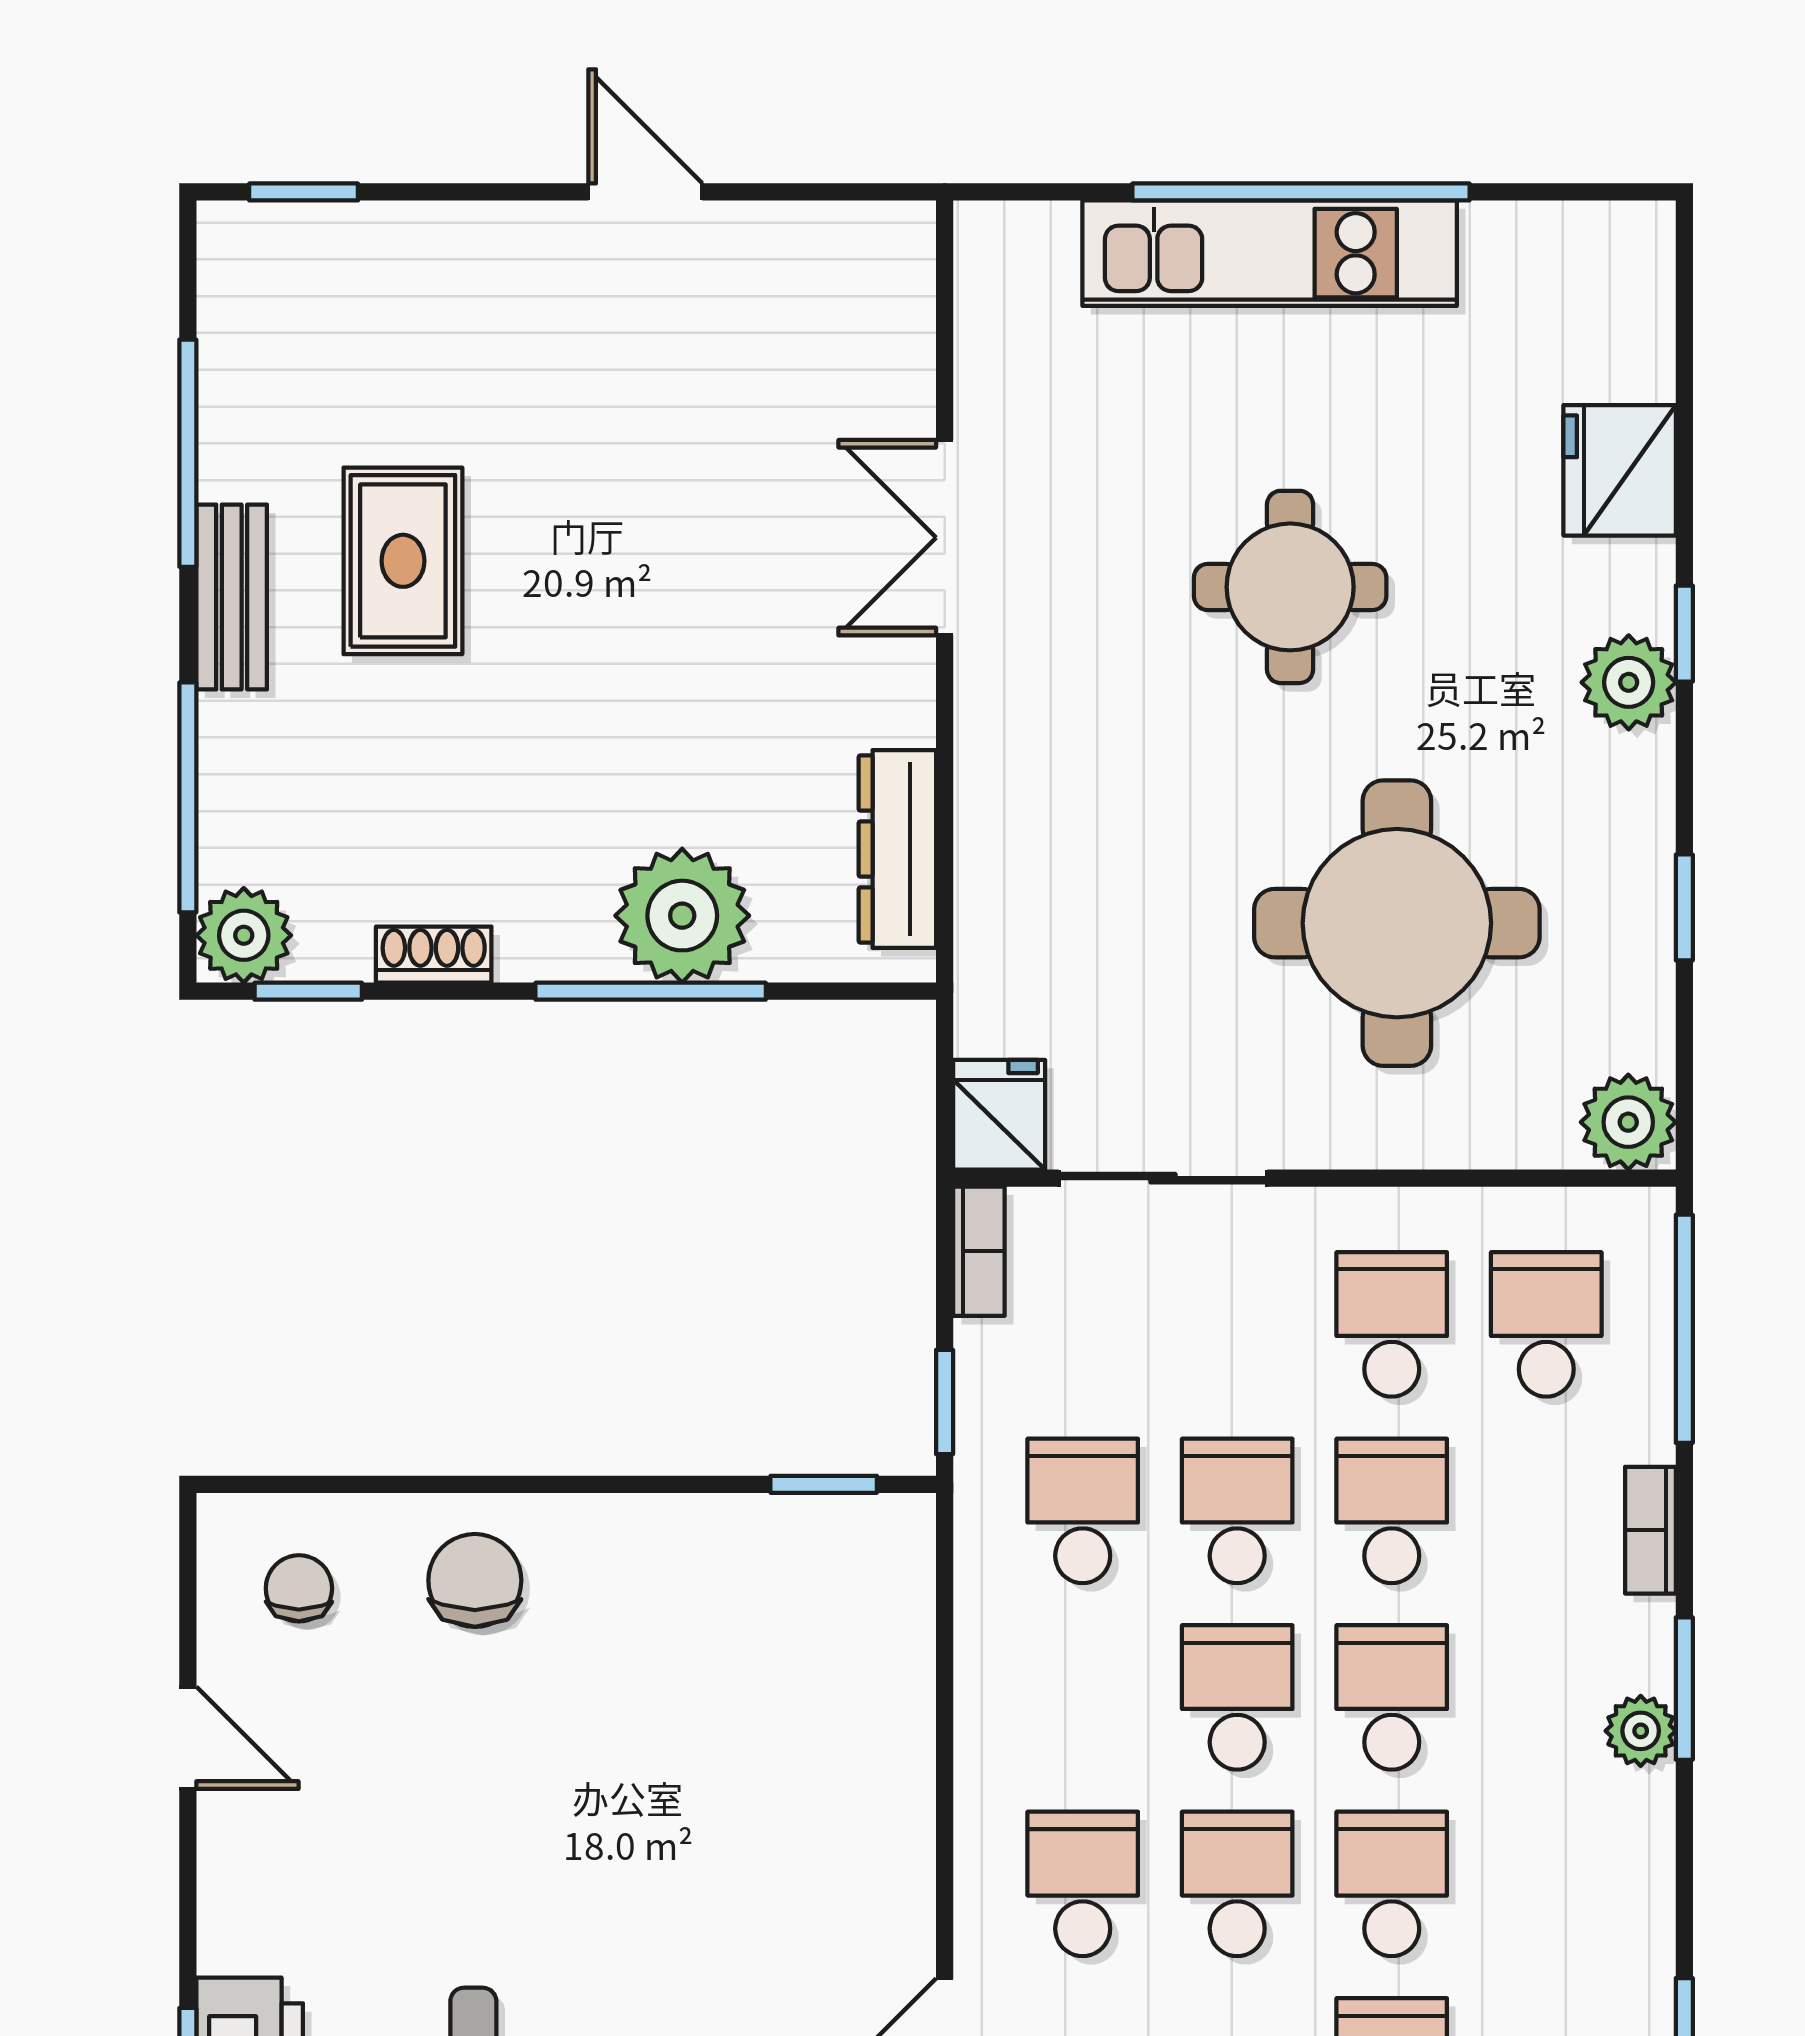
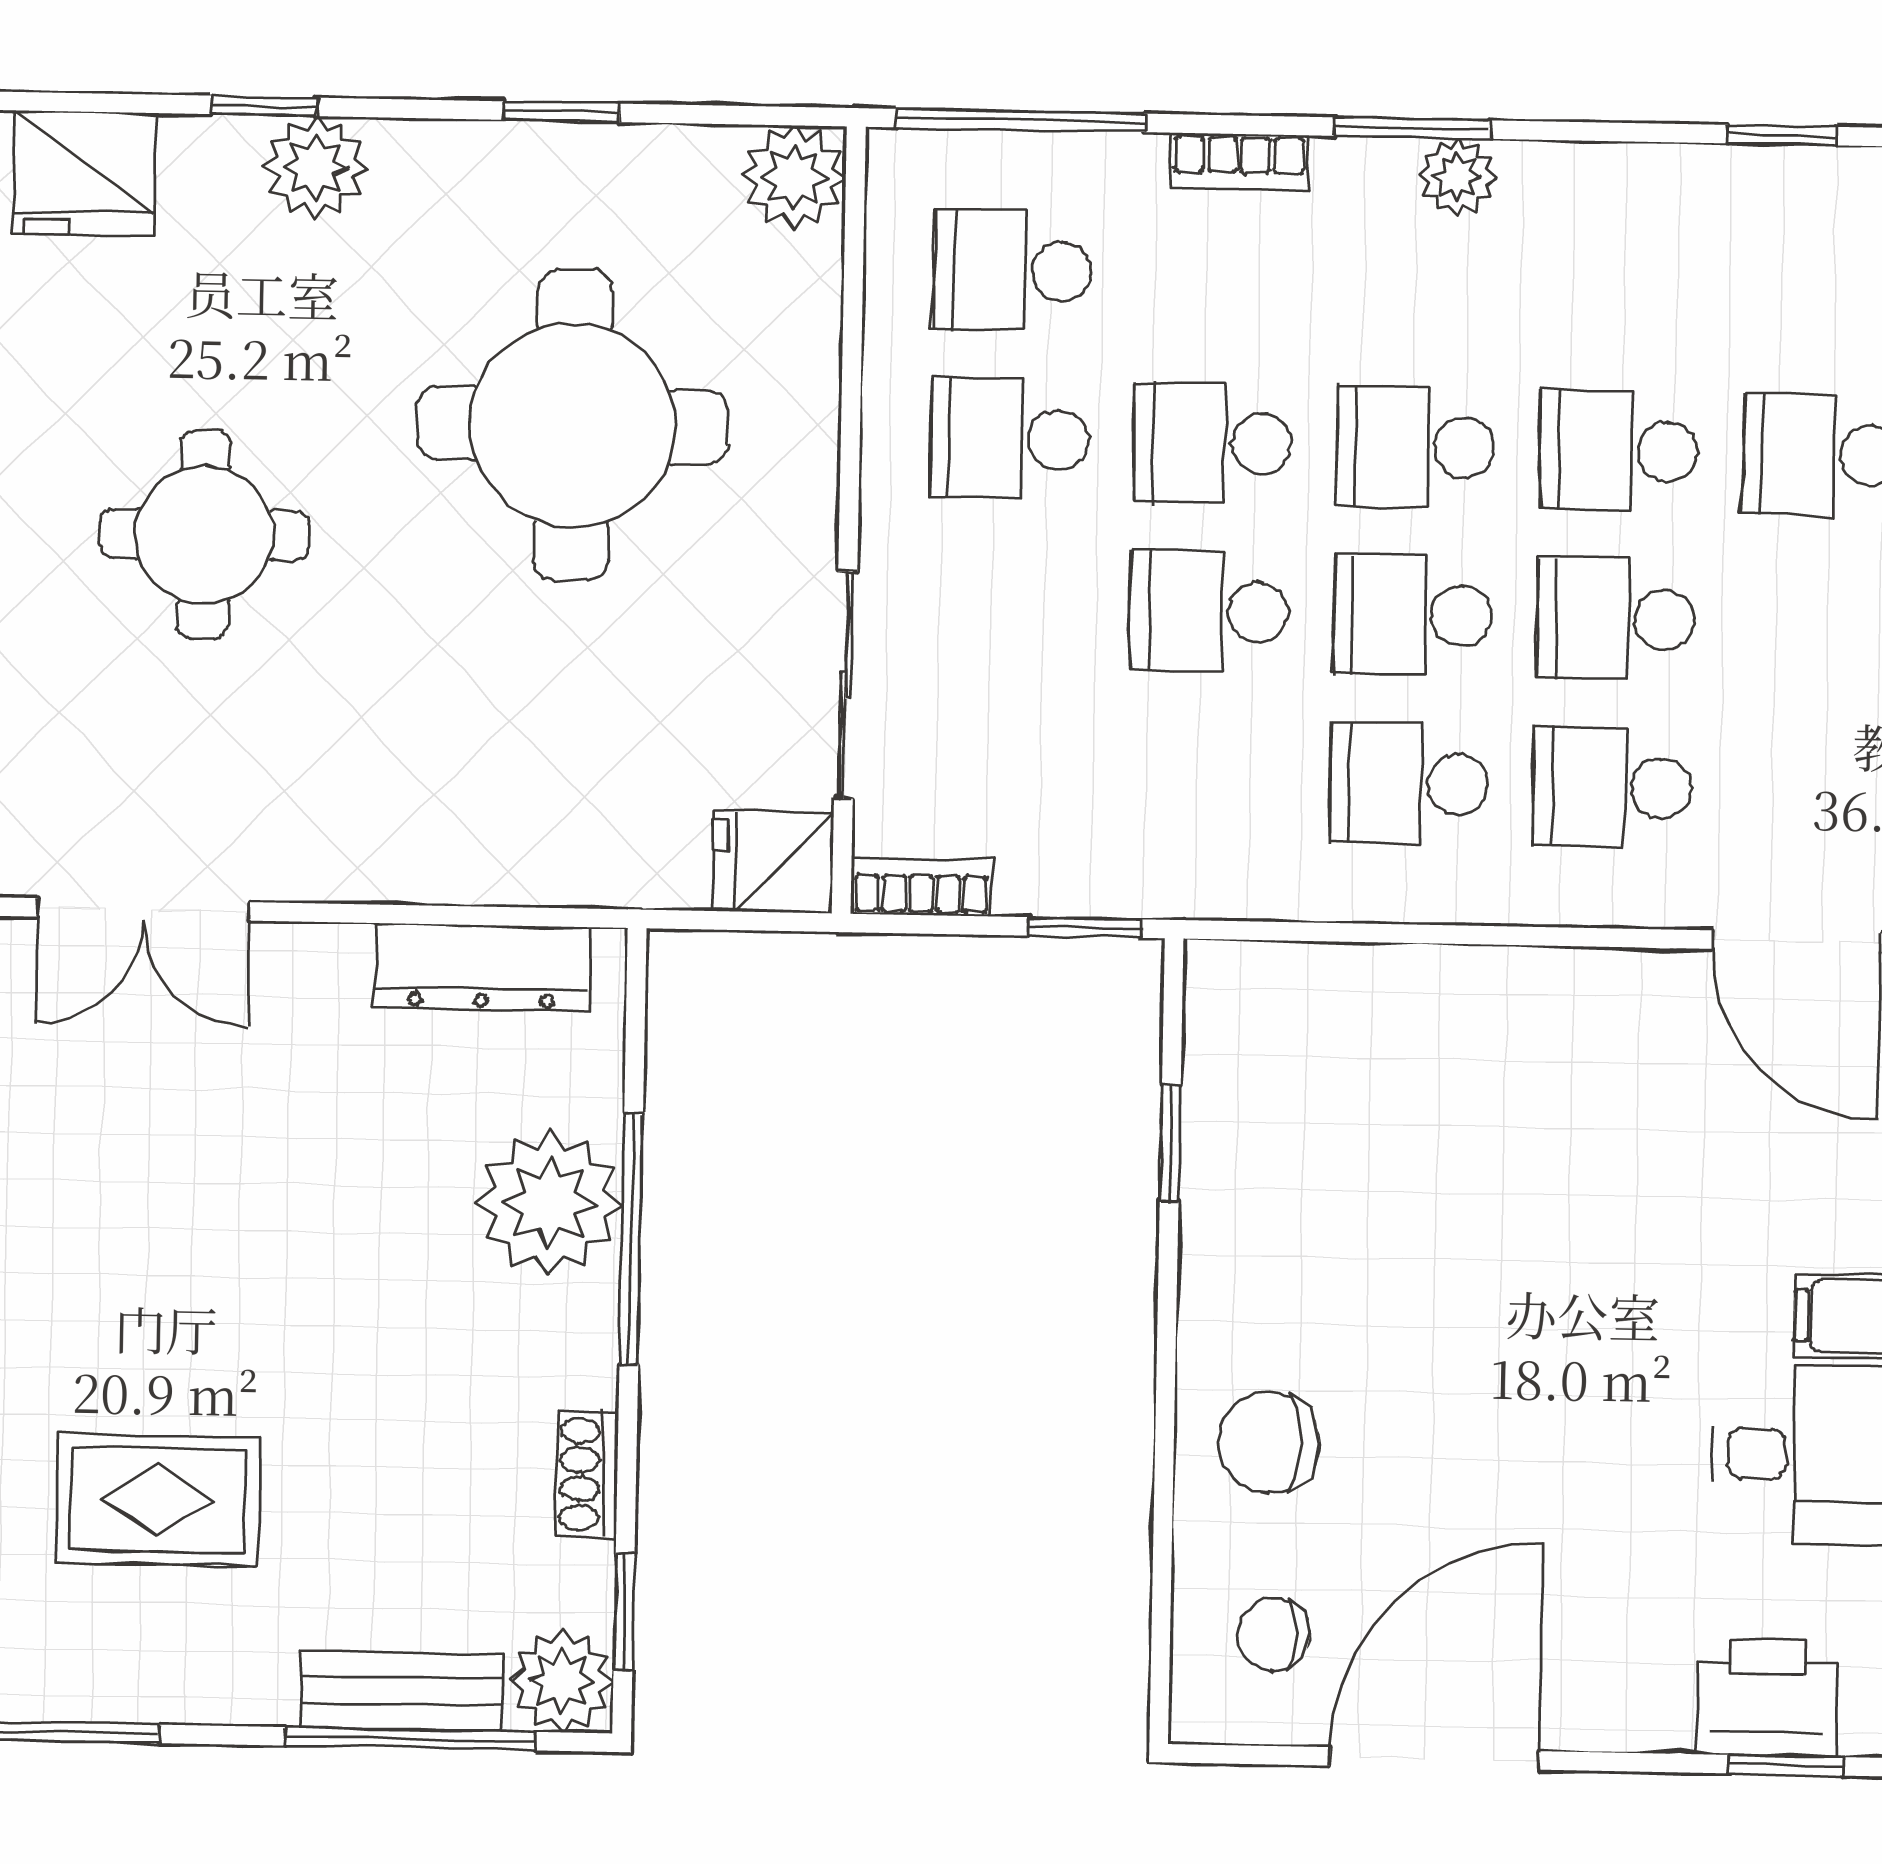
bench: (232, 597) -> (402, 1691), moved
window: (824, 1484) -> (1170, 1143), moved
school desk: (1083, 1511) -> (1409, 783), moved
door: (188, 1738) -> (1434, 1758), width x1.88

